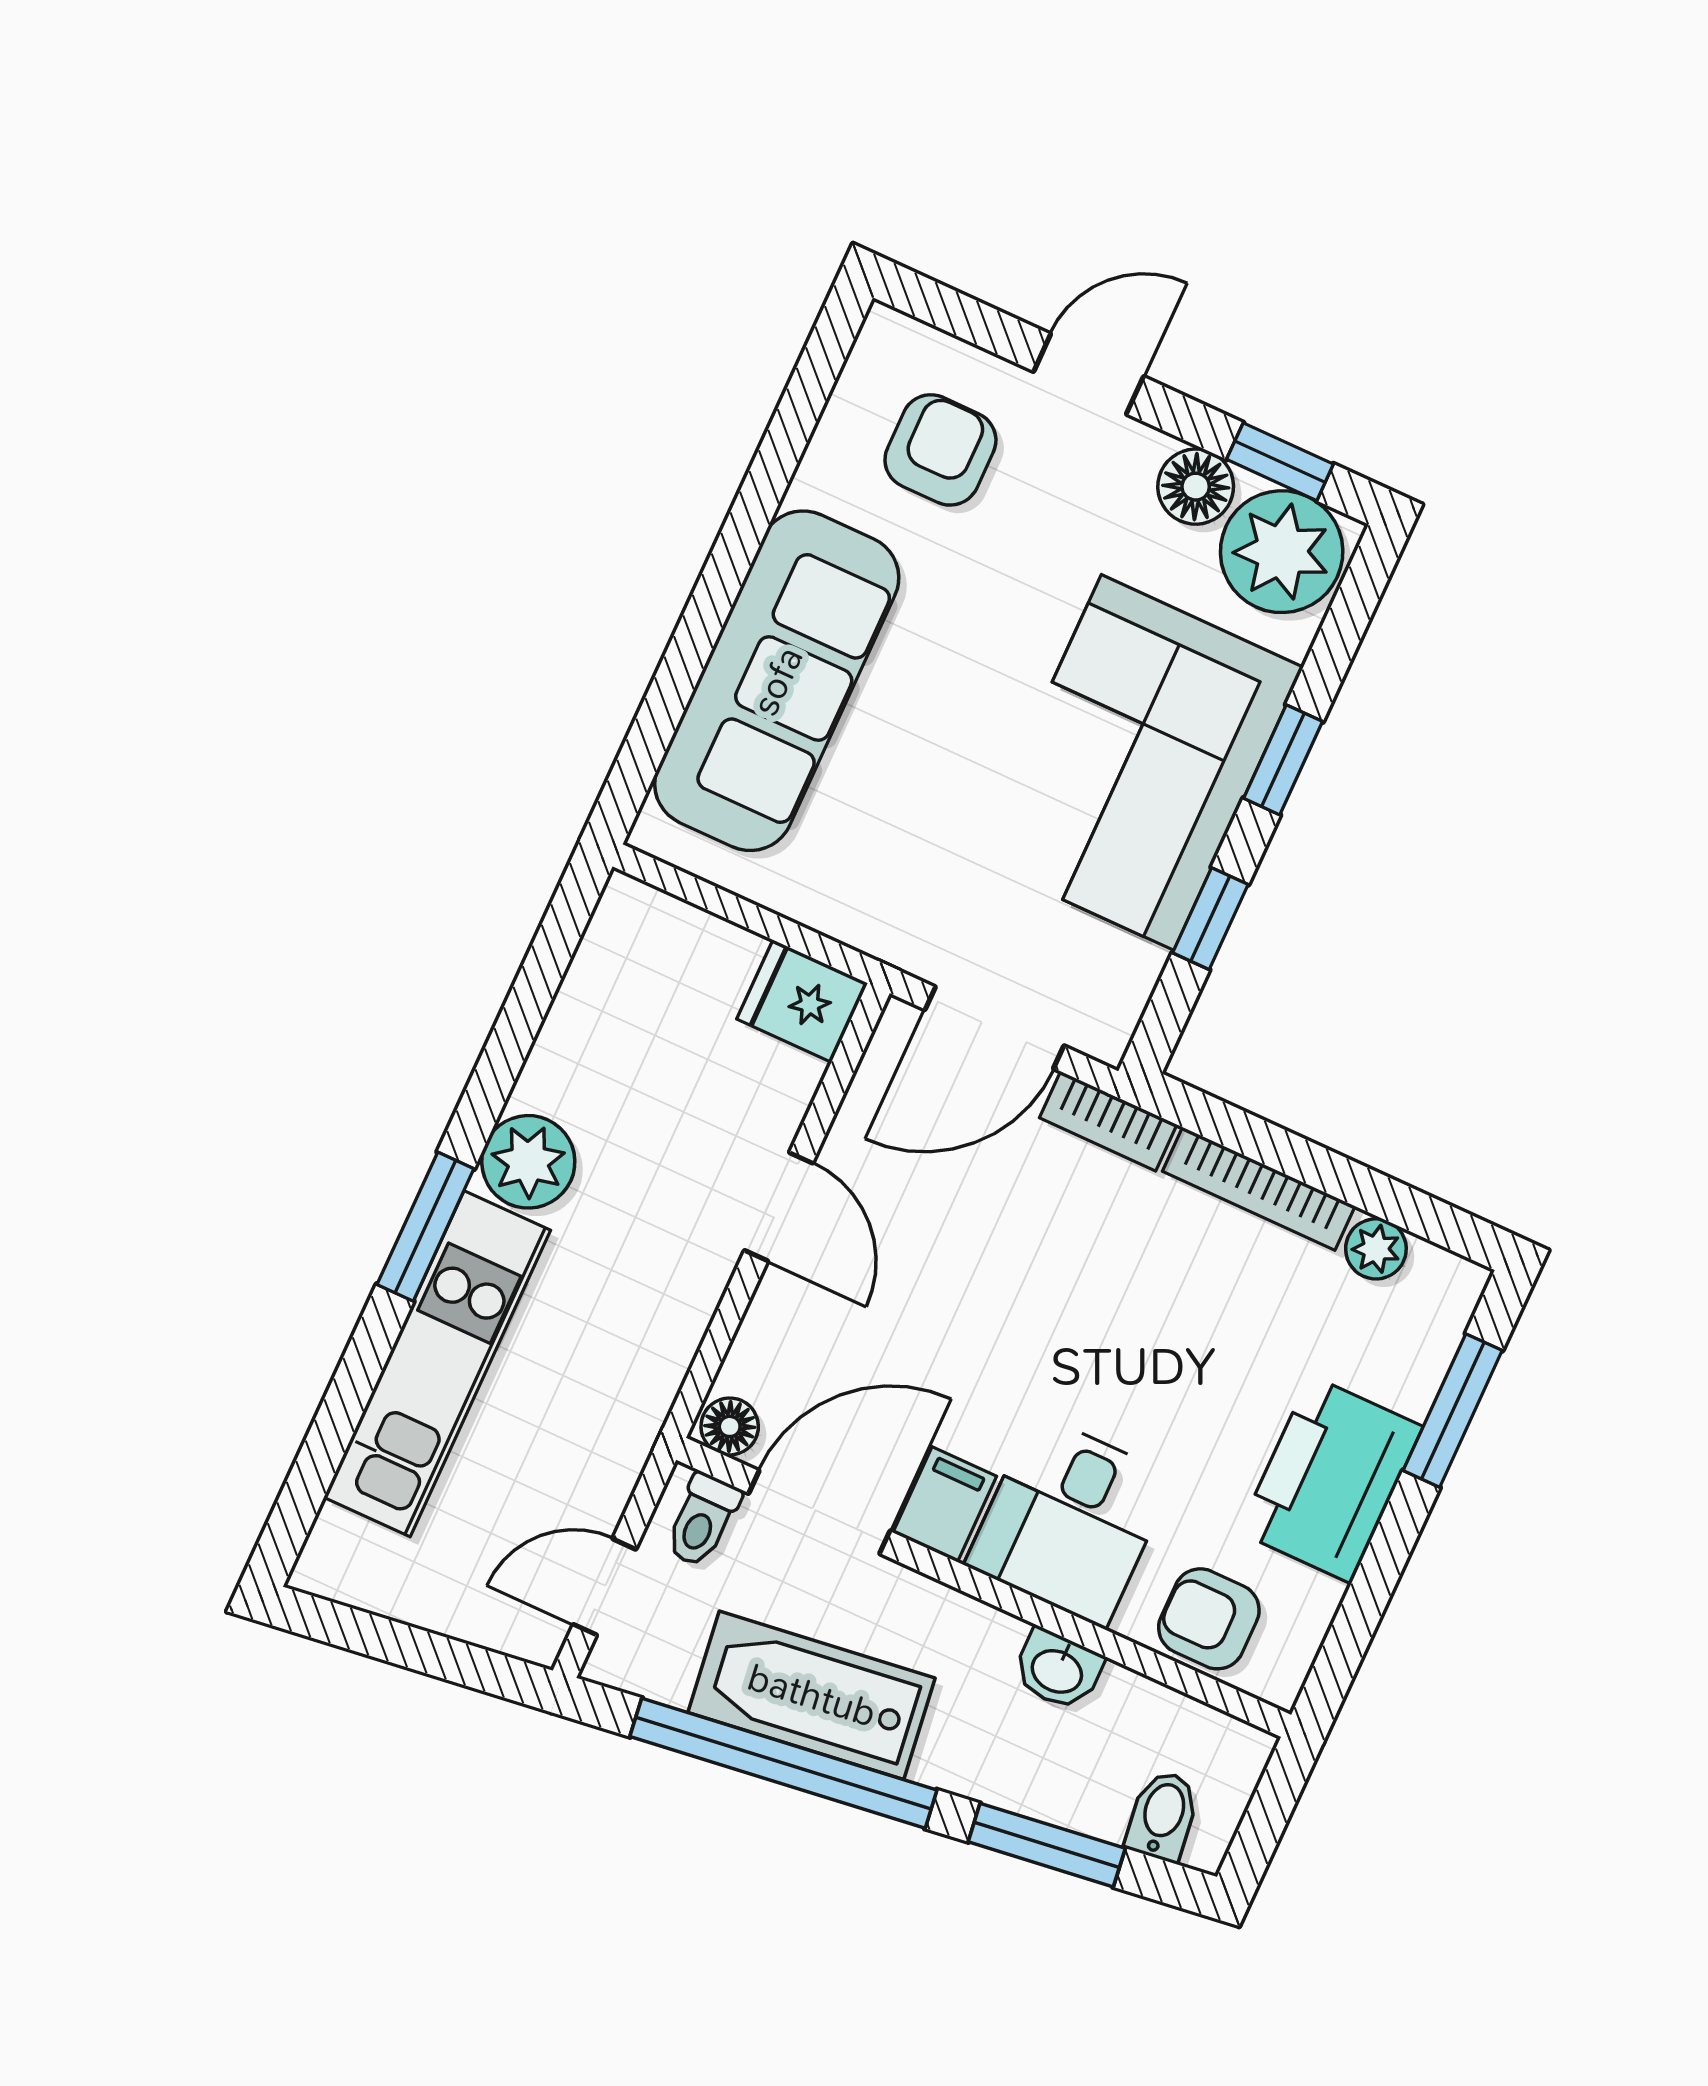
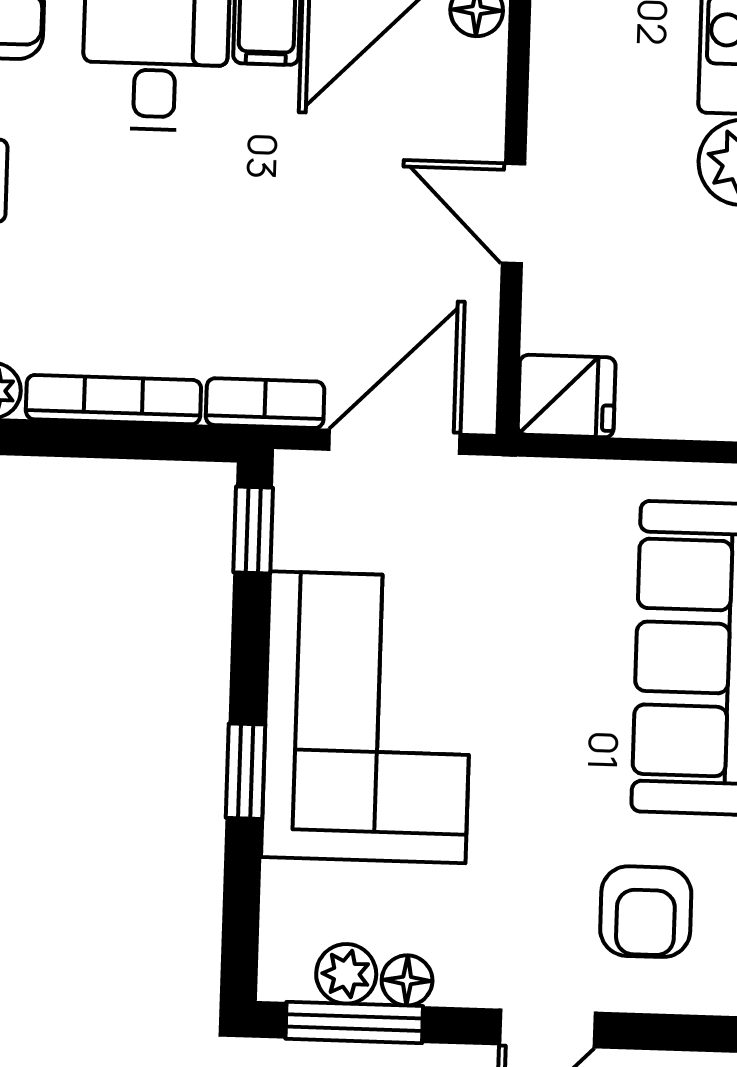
window: (1280, 462) -> (354, 1022), width x1.50
floor lamp: (1196, 487) -> (407, 980), width x0.73, depth x0.73
plant: (1282, 552) -> (346, 974), width x0.53, depth x0.53
window: (1210, 919) -> (253, 530), moved

